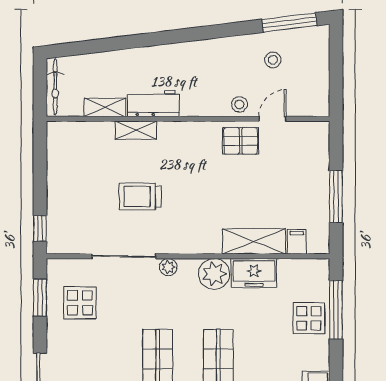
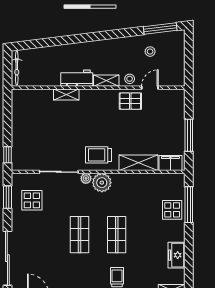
shelving: (105, 107) -> (106, 81), moved
trolley: (140, 196) -> (98, 155), moved
filing cabinet: (297, 242) -> (170, 163), width x2.00
freezer: (254, 273) -> (138, 182), removed
plant: (214, 274) -> (102, 183), moved

